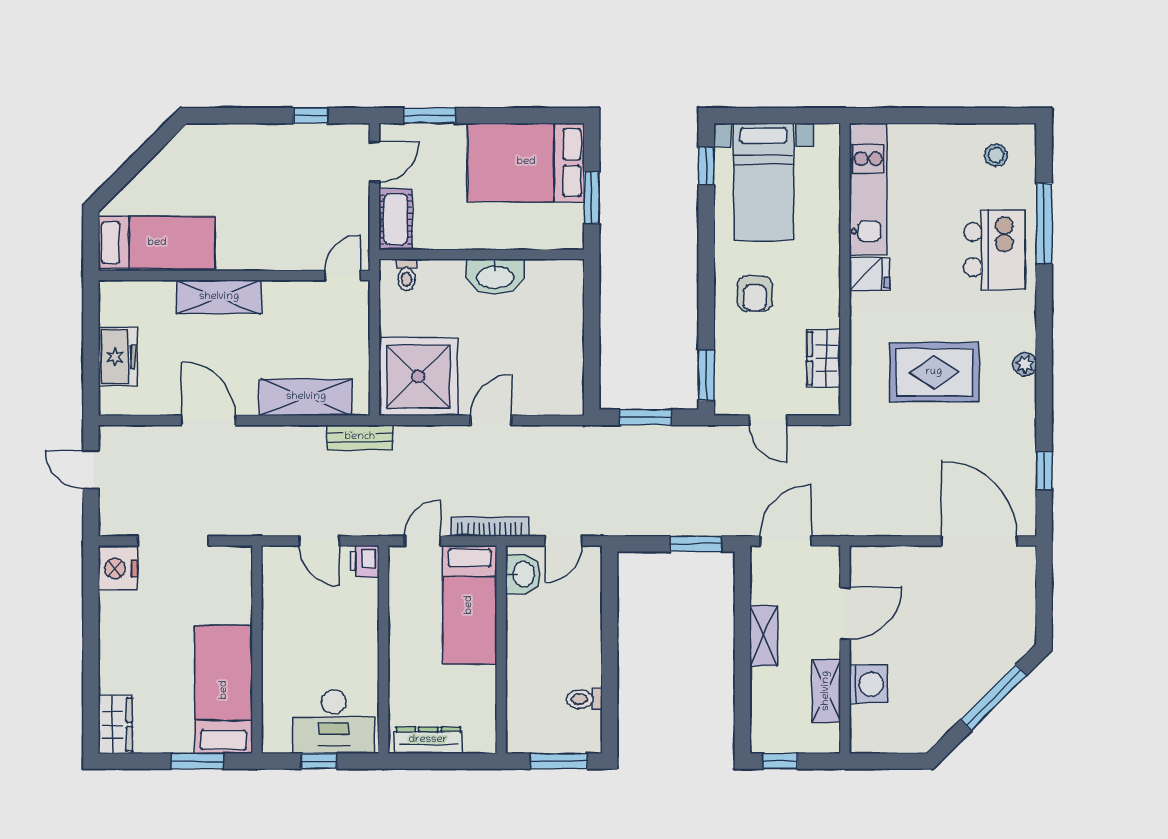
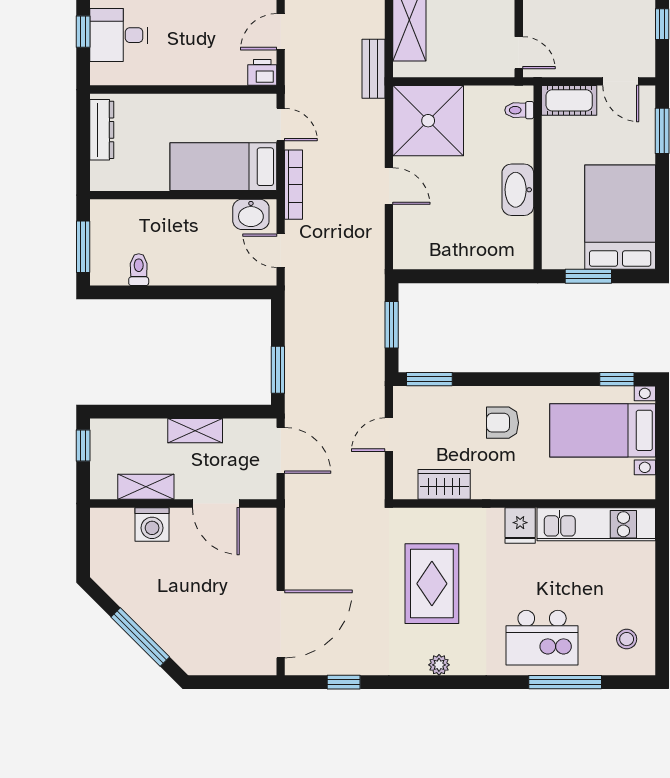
desk: (334, 722) -> (119, 35), width x0.73

